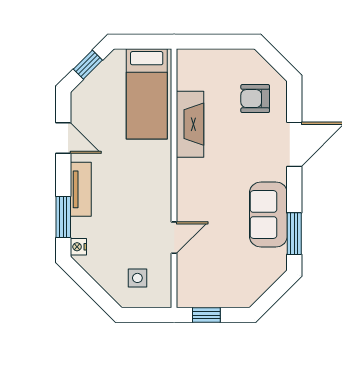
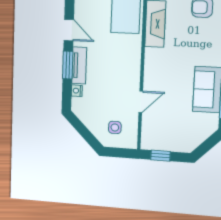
window: (63, 217) -> (68, 65), moved
nightstand: (78, 247) -> (77, 91), moved

